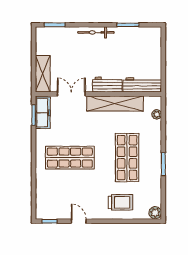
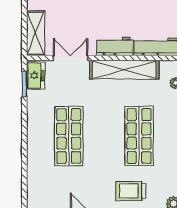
freezer: (43, 113) -> (36, 76), width x0.71
shop shelf: (70, 158) -> (69, 136), turned 90
trolley: (120, 202) -> (131, 191), turned 180

